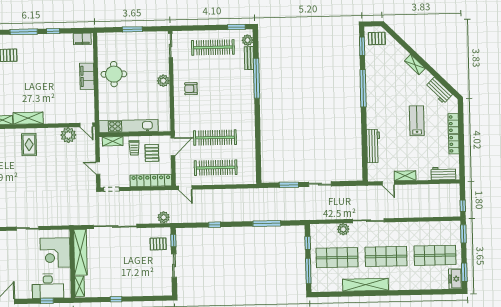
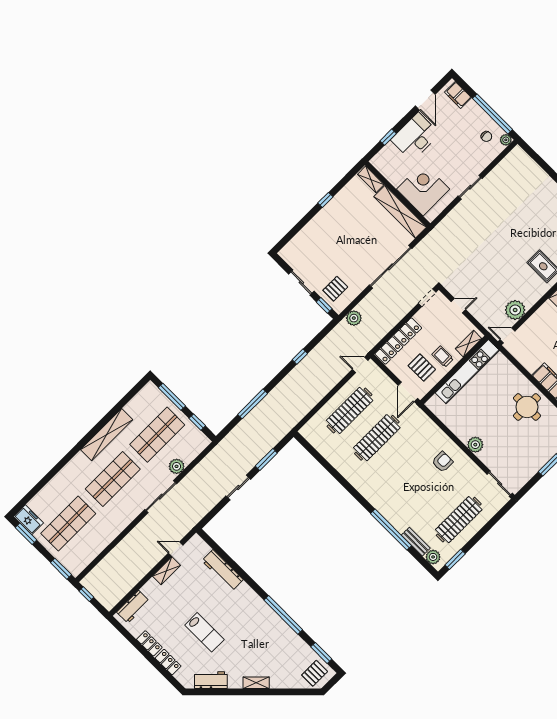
desk: (48, 286) -> (415, 137), moved

